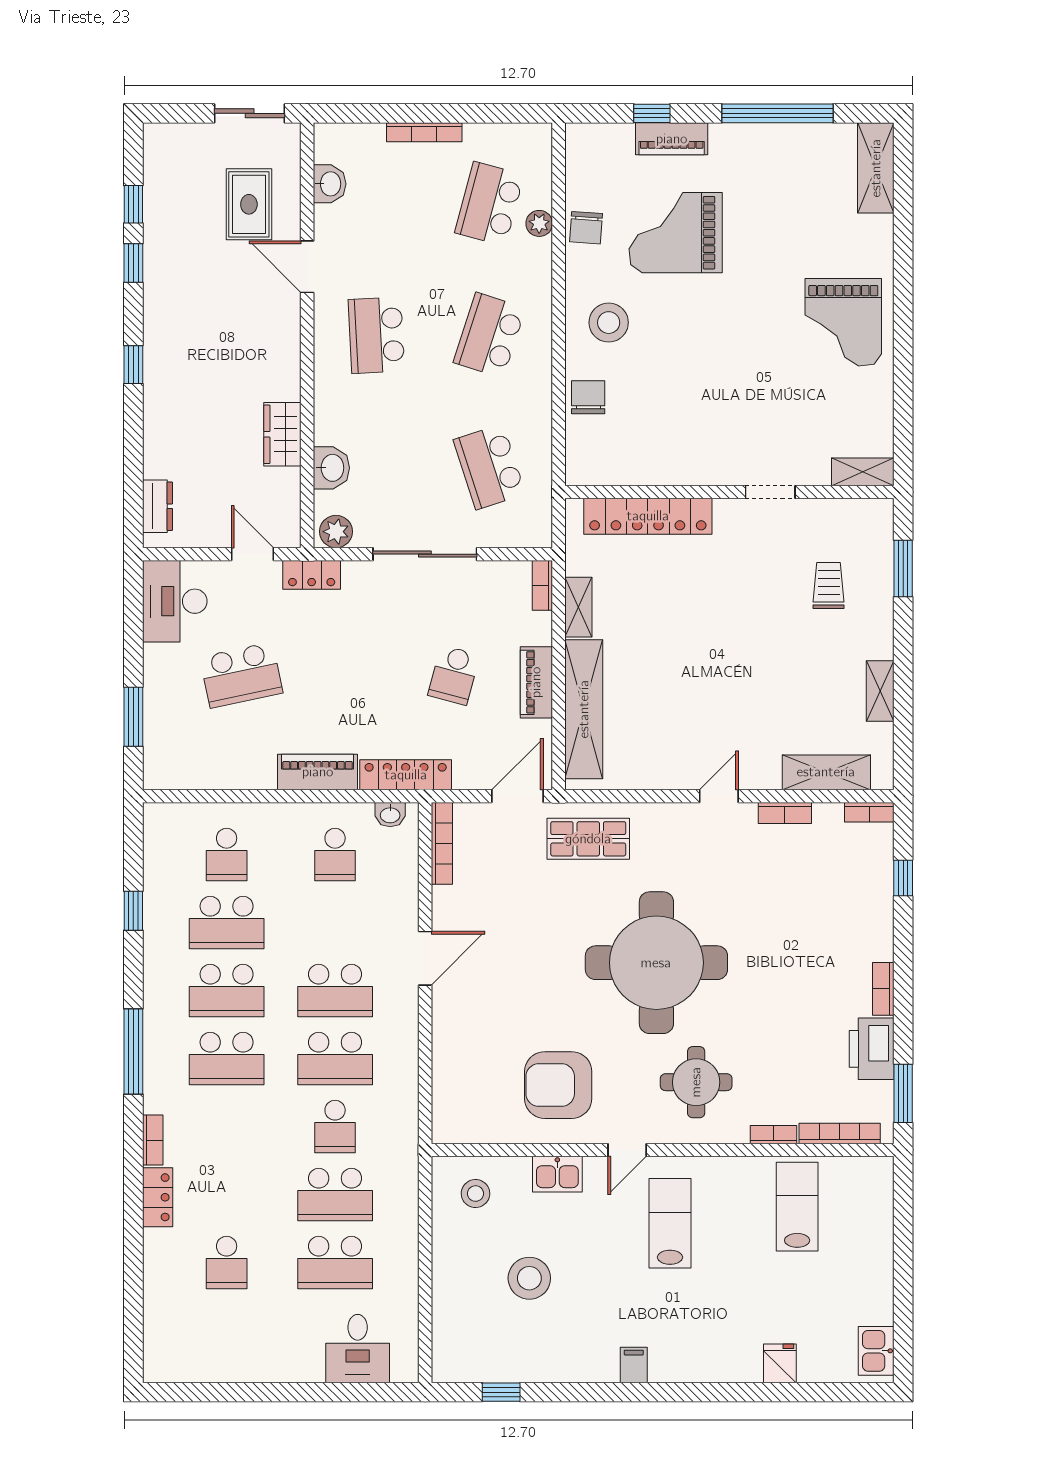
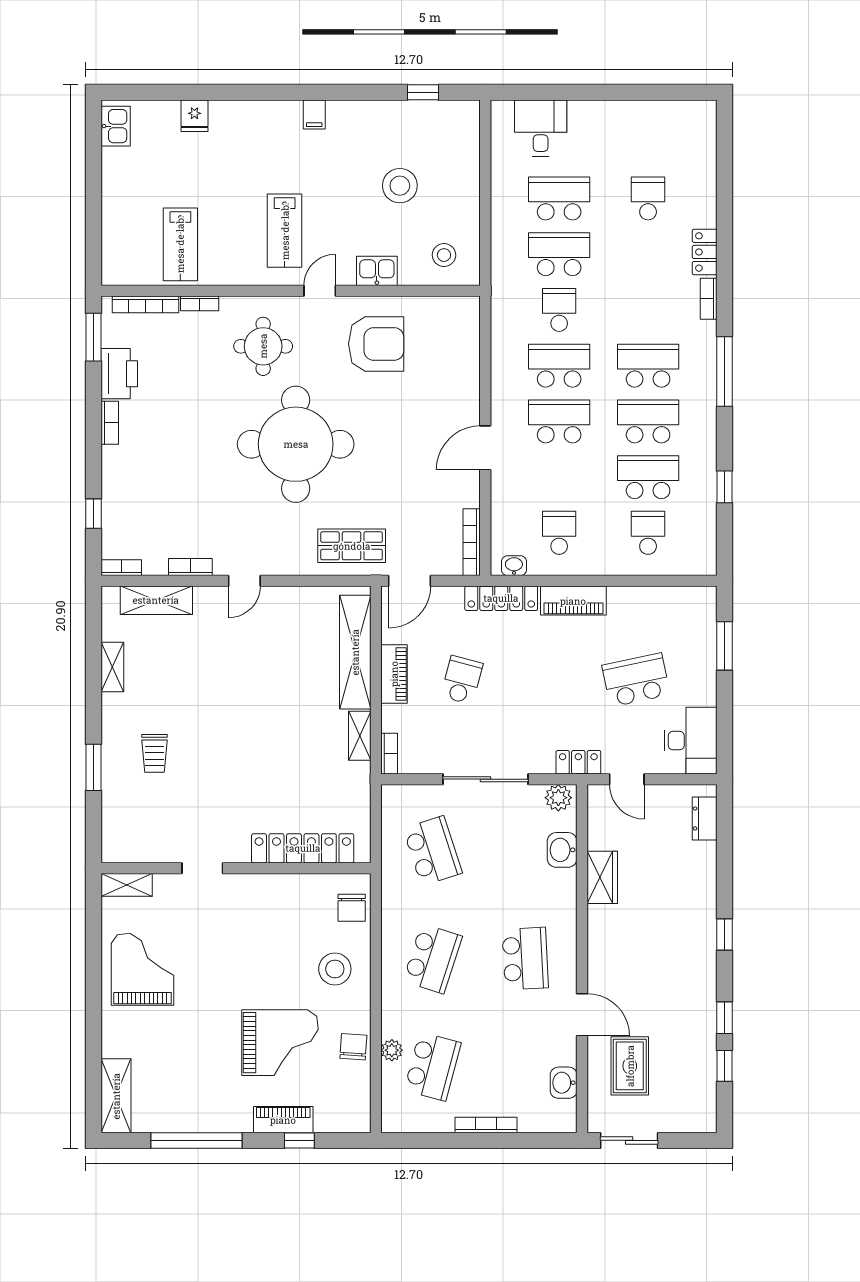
shelving: (863, 472) -> (127, 885), moved
wall: (729, 492) -> (236, 868), moved
doorway: (770, 492) -> (202, 868), moved
locker: (648, 516) -> (303, 848), moved

